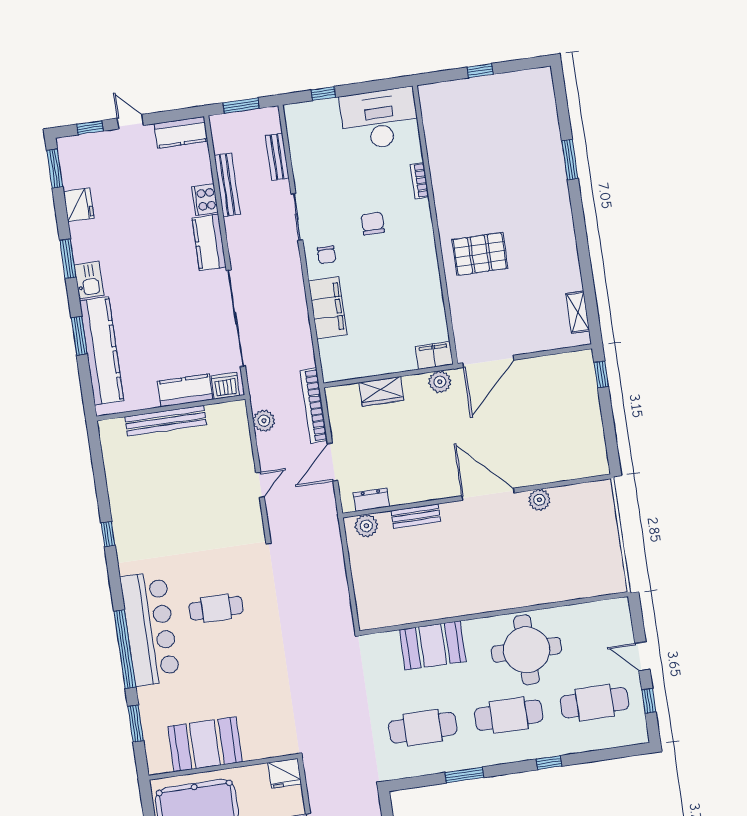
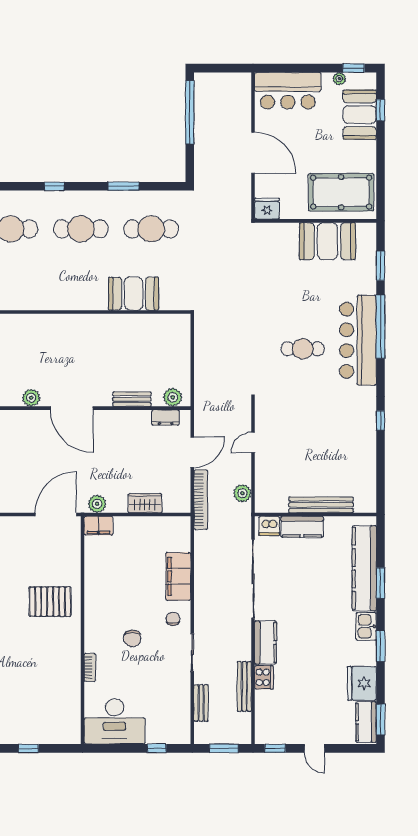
window: (90, 128) -> (275, 748), moved
kitchen counter: (181, 132) -> (366, 722), moved, turned -90
fridge: (79, 205) -> (362, 683), width x1.36, depth x1.34
round table: (527, 650) -> (59, 279), removed

